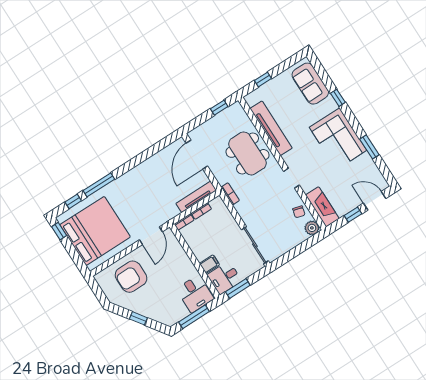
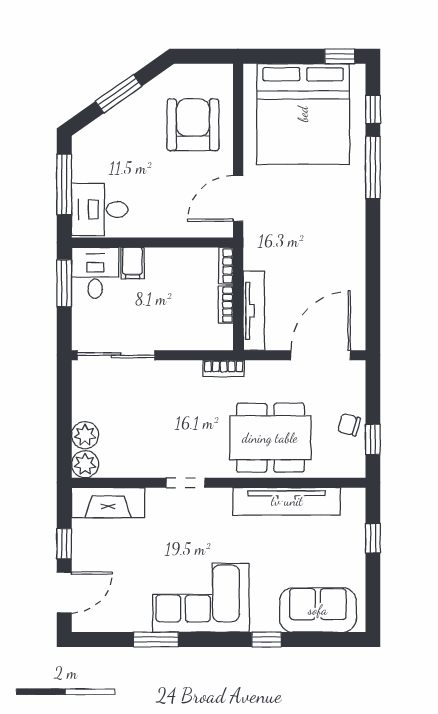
door: (197, 155) -> (321, 355), hinge flipped
chair: (299, 212) -> (349, 425), moved
door: (151, 236) -> (238, 198), hinge flipped
plant: (299, 236) -> (85, 435), added
window: (138, 318) -> (119, 94), width x1.50

